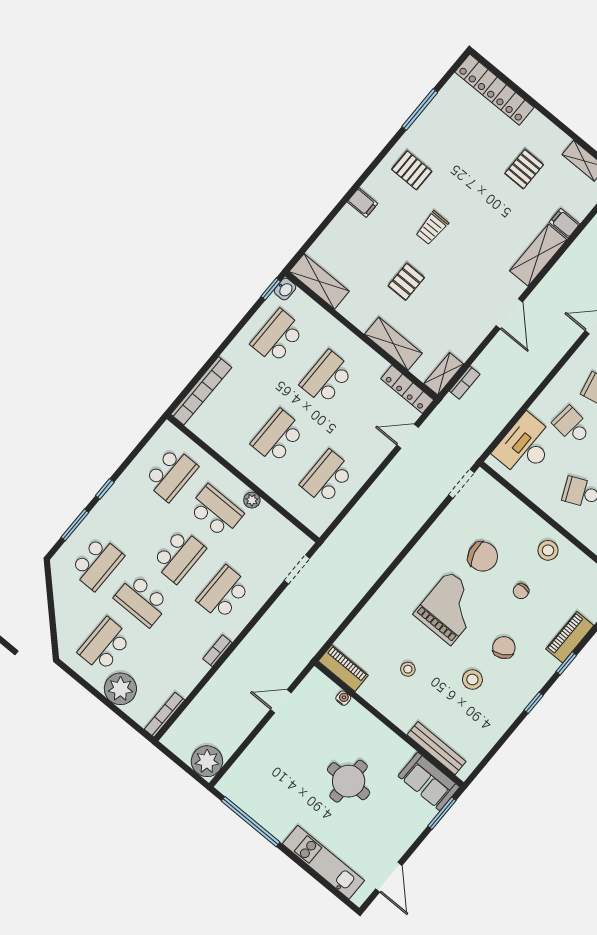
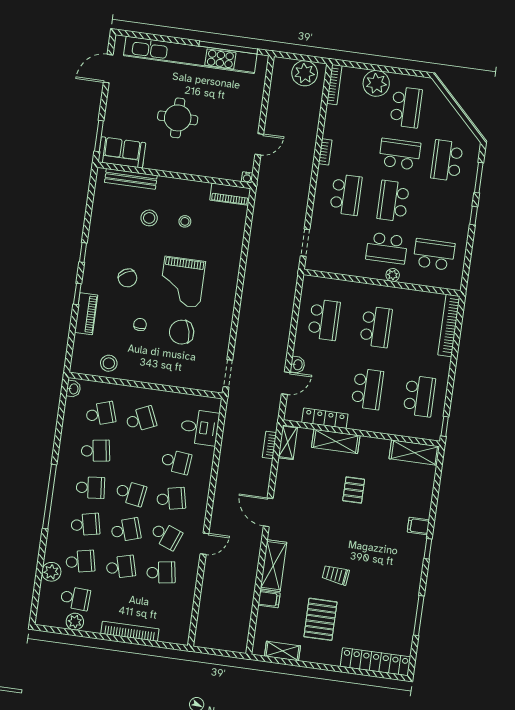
pallet: (524, 169) -> (320, 619), width x1.50, depth x1.42
pallet: (412, 170) -> (398, 570), removed
window: (367, 173) -> (428, 549), added
trolley: (432, 228) -> (336, 575), moved, turned -83
washbasin: (285, 289) -> (298, 365), moved, turned 180
locker: (407, 389) -> (325, 418), moved
desk: (525, 446) -> (200, 427), width x0.73
school desk: (171, 474) -> (434, 255), turned 90
plant: (252, 500) -> (393, 275), moved
stool: (548, 550) -> (109, 363), moved
stool: (472, 680) -> (149, 218), moved
water cooler: (343, 698) -> (247, 177), moved
plant: (207, 761) -> (305, 73), moved
kitchen unit: (323, 862) -> (190, 55), width x1.86
door: (389, 877) -> (108, 69), hinge flipped

